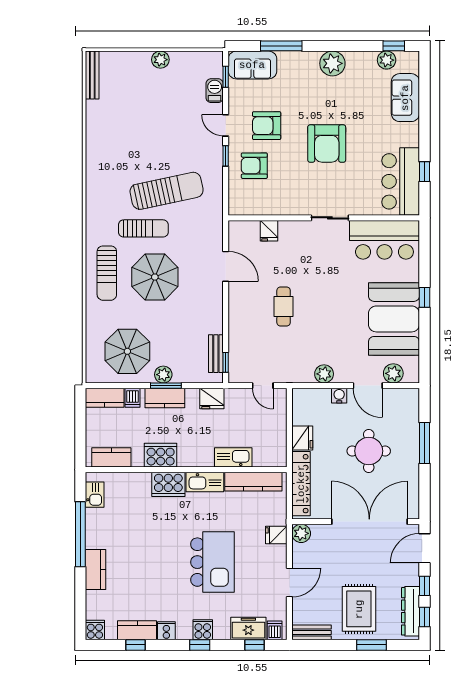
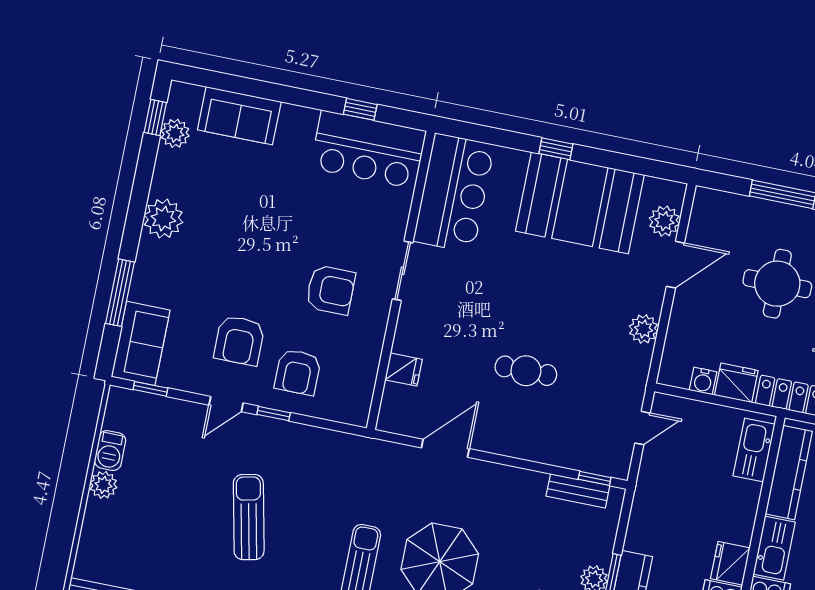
barbecue: (215, 91) -> (110, 451), moved, turned -90
armchair: (327, 144) -> (330, 290), moved, width x0.73, depth x0.73
sun lounger: (167, 191) -> (249, 517), moved, width x0.73, depth x0.75
water cooler: (339, 396) -> (703, 381), moved, turned -90
fridge: (212, 399) -> (730, 563), moved, turned 180
kitchen sink: (233, 457) -> (754, 450), moved

